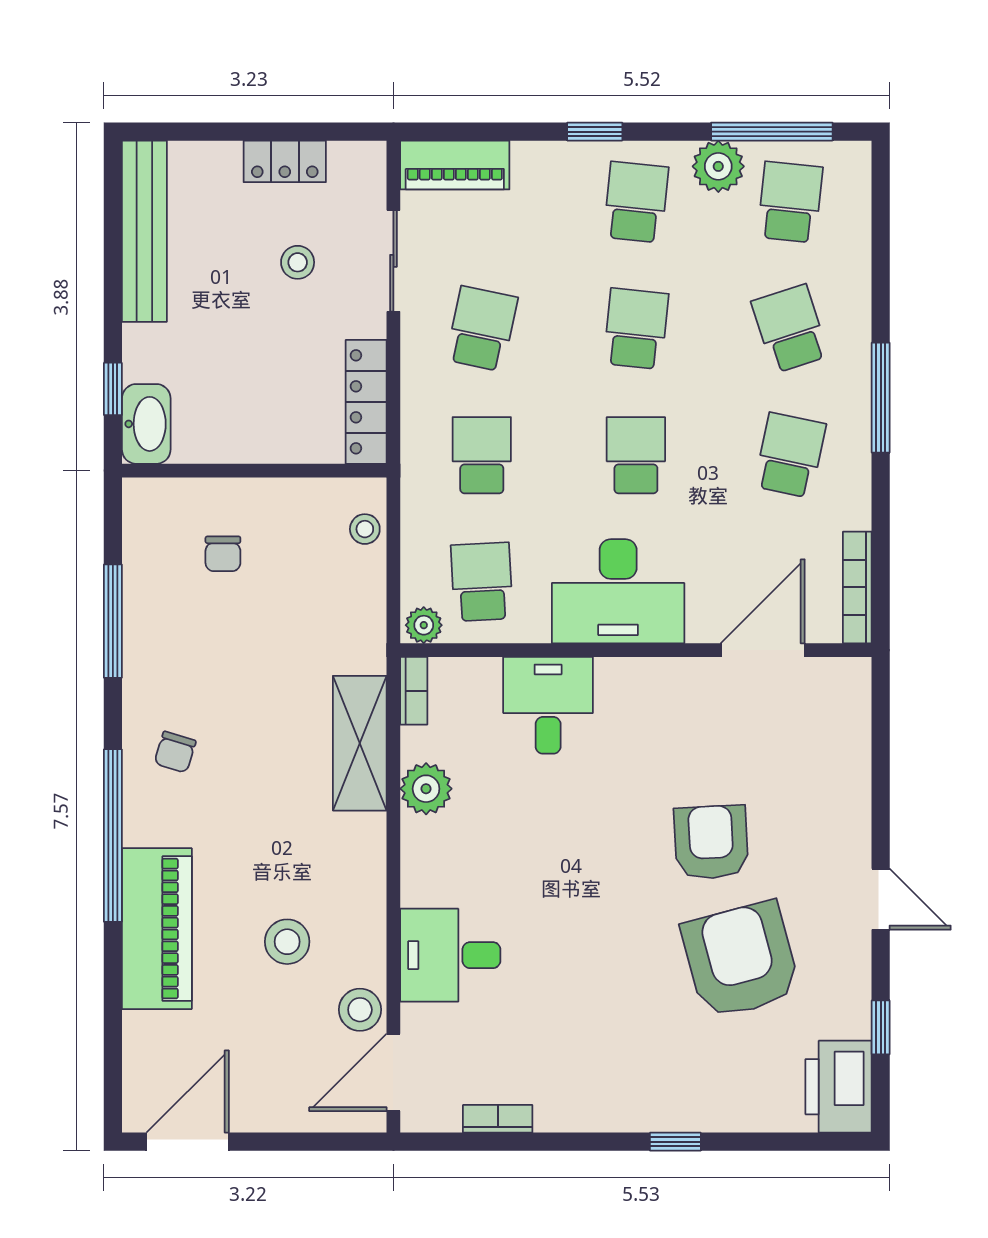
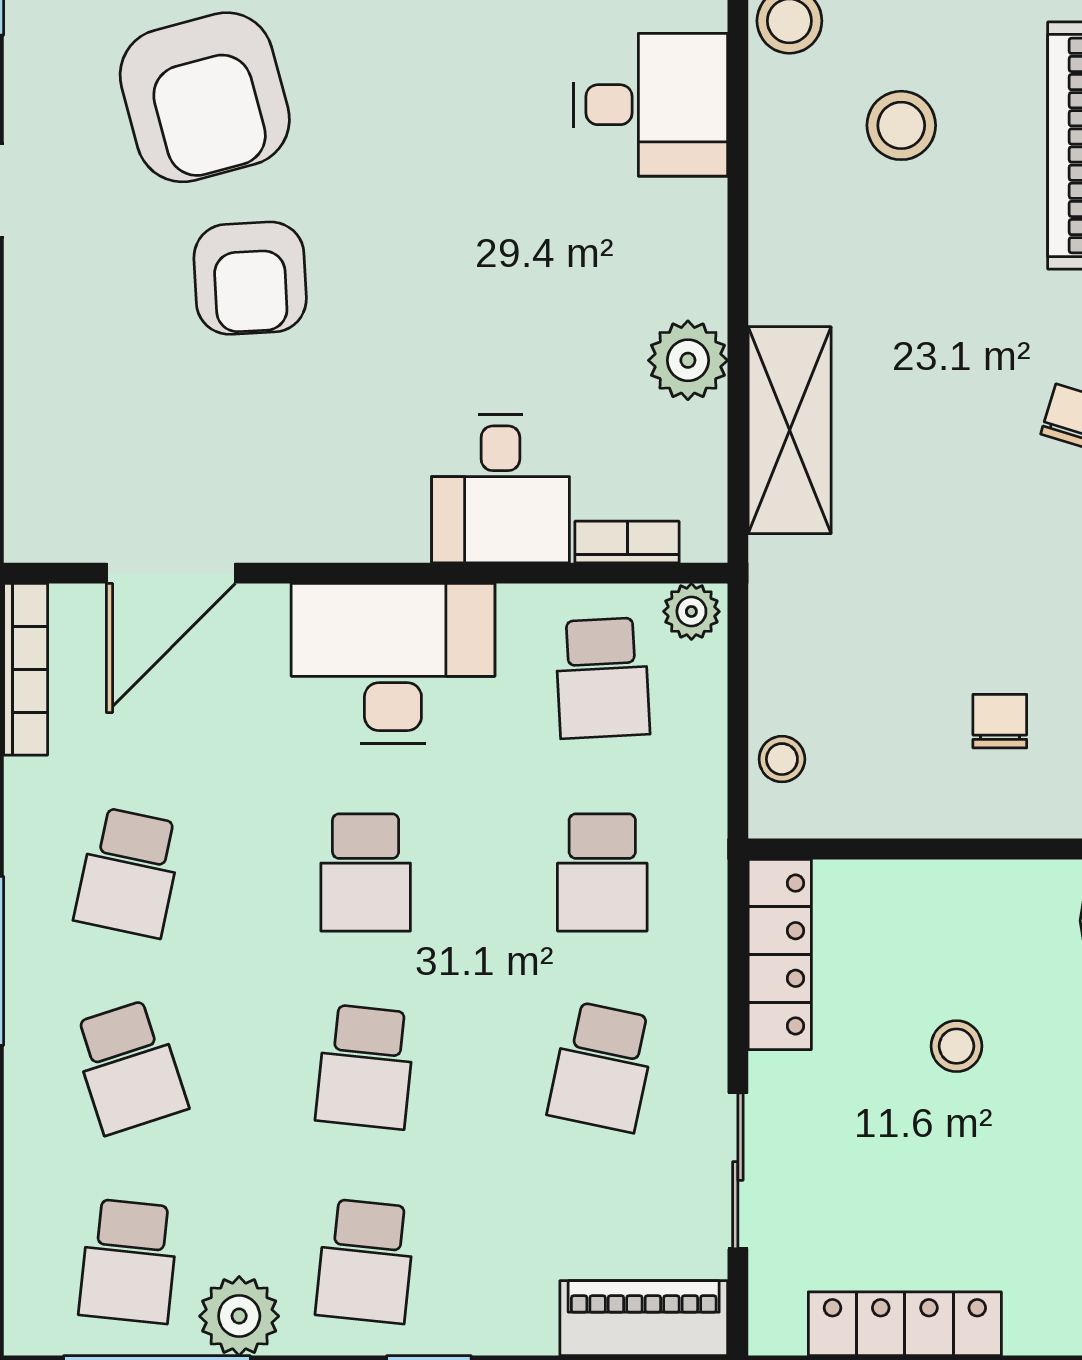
locker: (285, 161) -> (905, 1324), width x1.53
stool: (298, 262) -> (956, 1046), moved
bookcase: (414, 691) -> (627, 542), moved, turned 90

